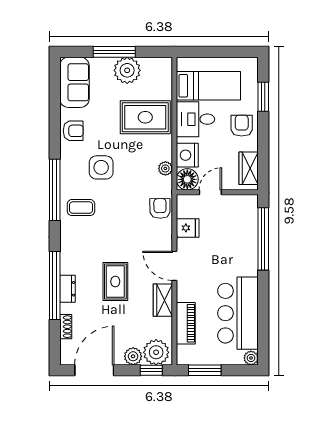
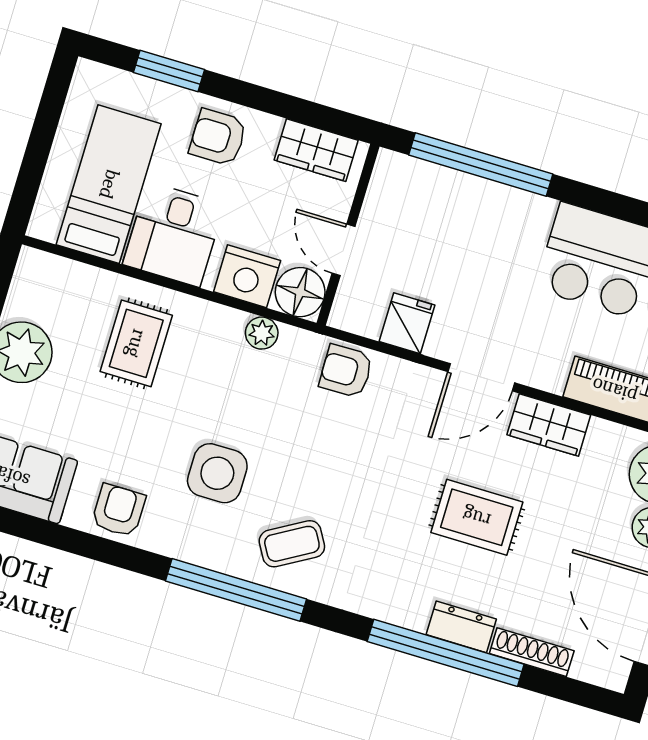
rug: (145, 117) -> (136, 343), width x0.73, depth x0.70
coffee table: (81, 208) -> (292, 544), turned 60
shoe rack: (66, 327) -> (532, 652), width x1.43

